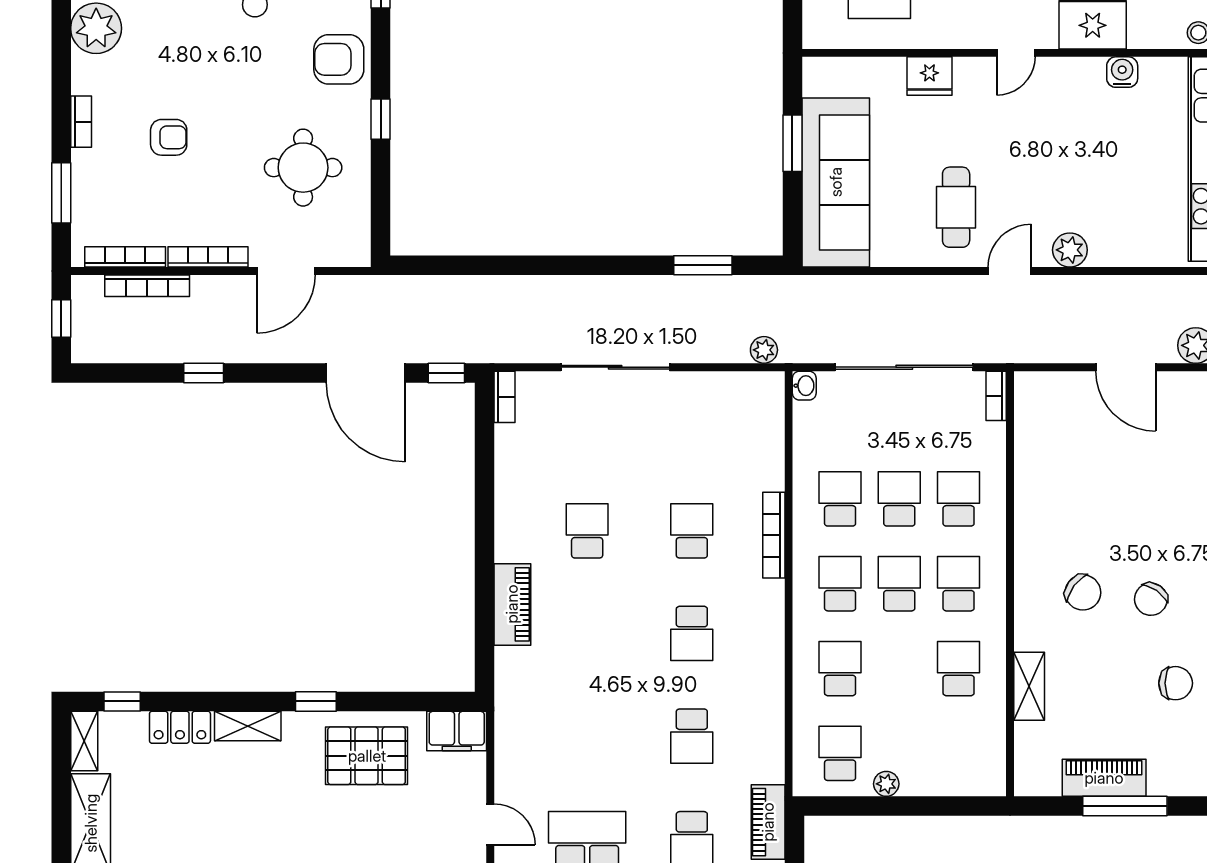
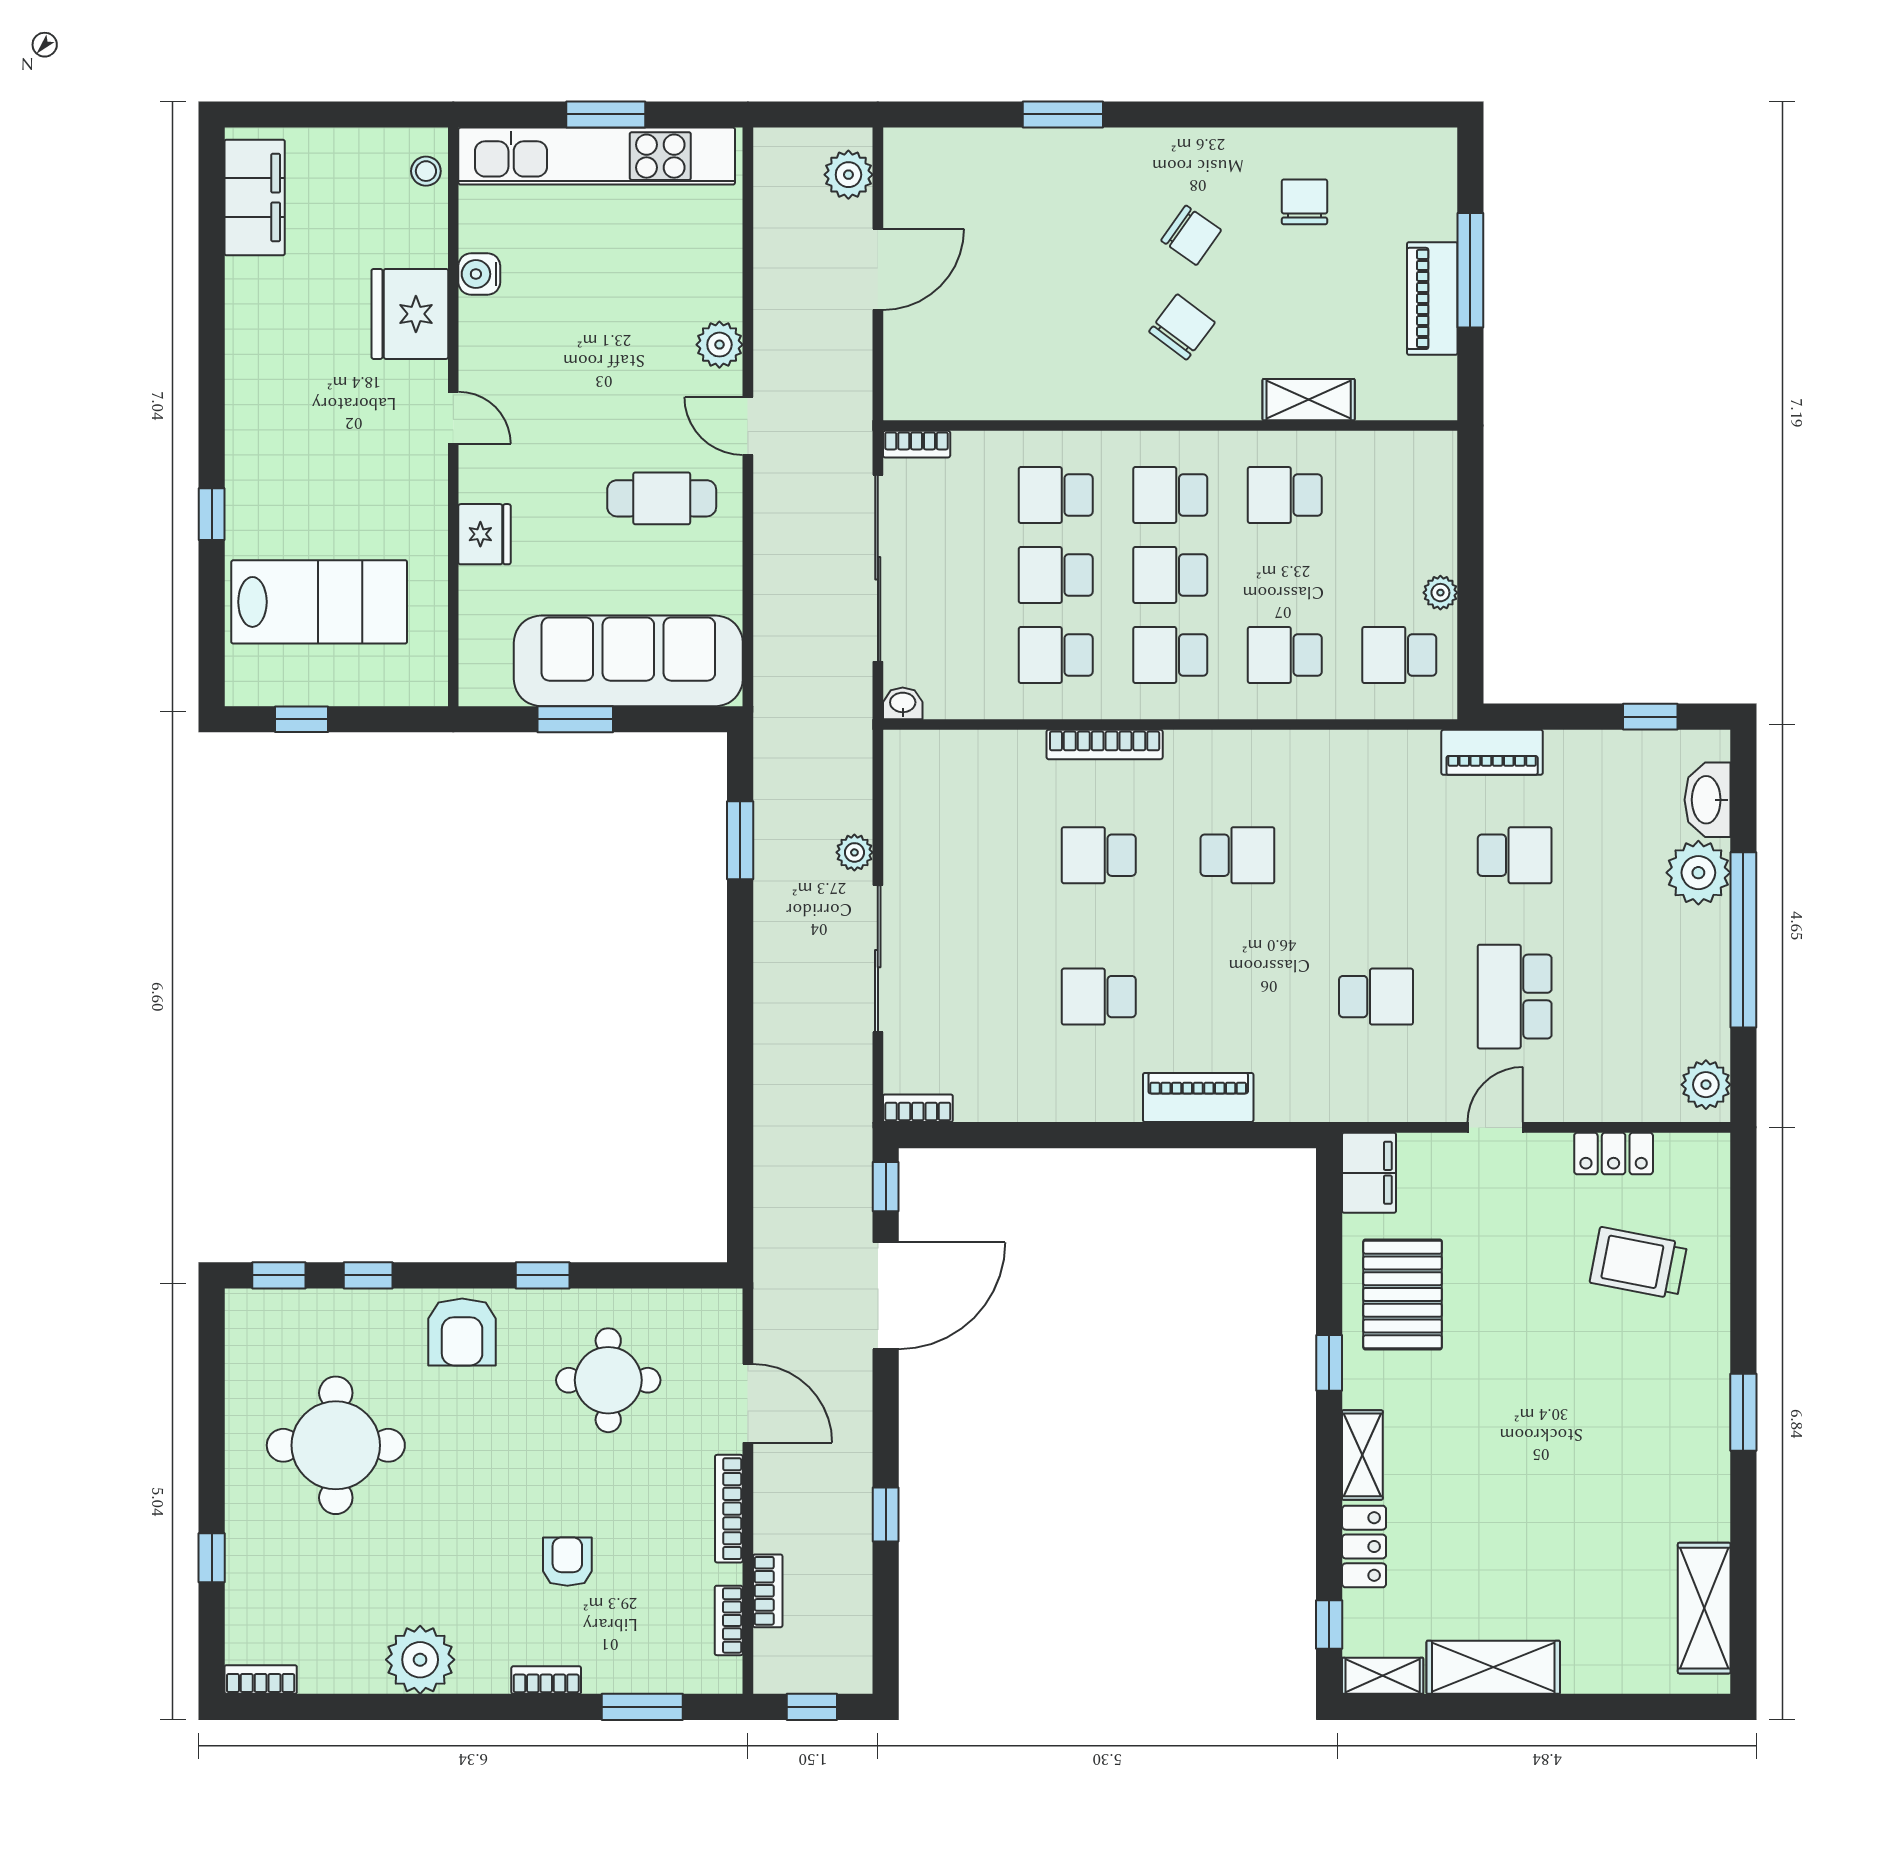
bookcase: (125, 257) -> (729, 1620), width x0.64
bookcase: (147, 286) -> (768, 1591), width x0.64
plant: (764, 350) -> (854, 852), moved
school desk: (692, 736) -> (1376, 997), moved

